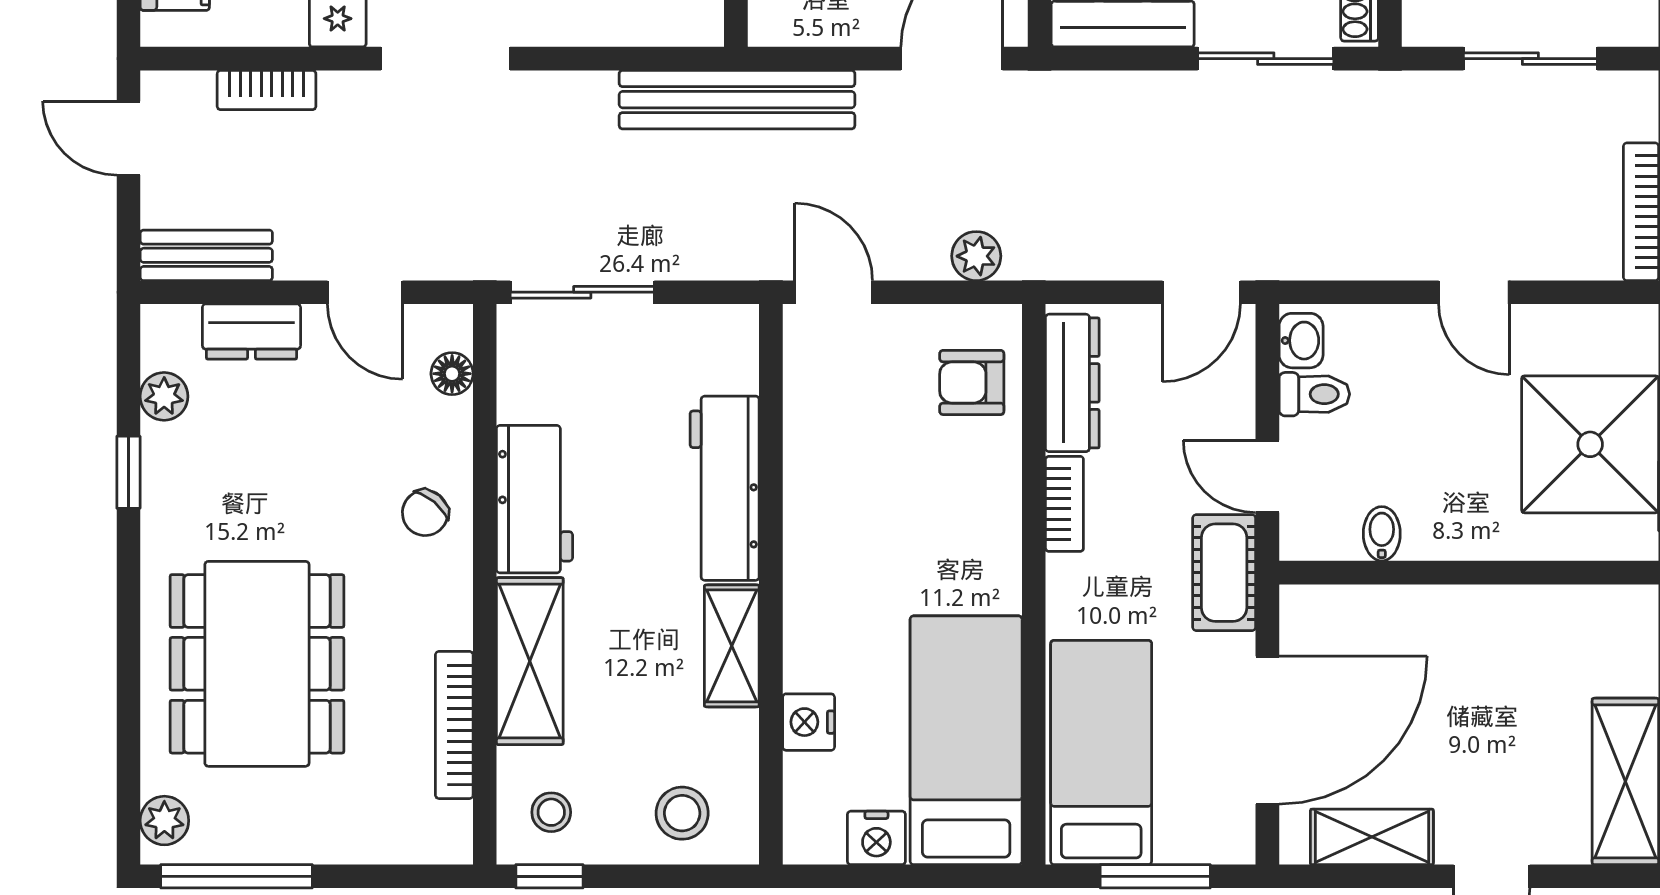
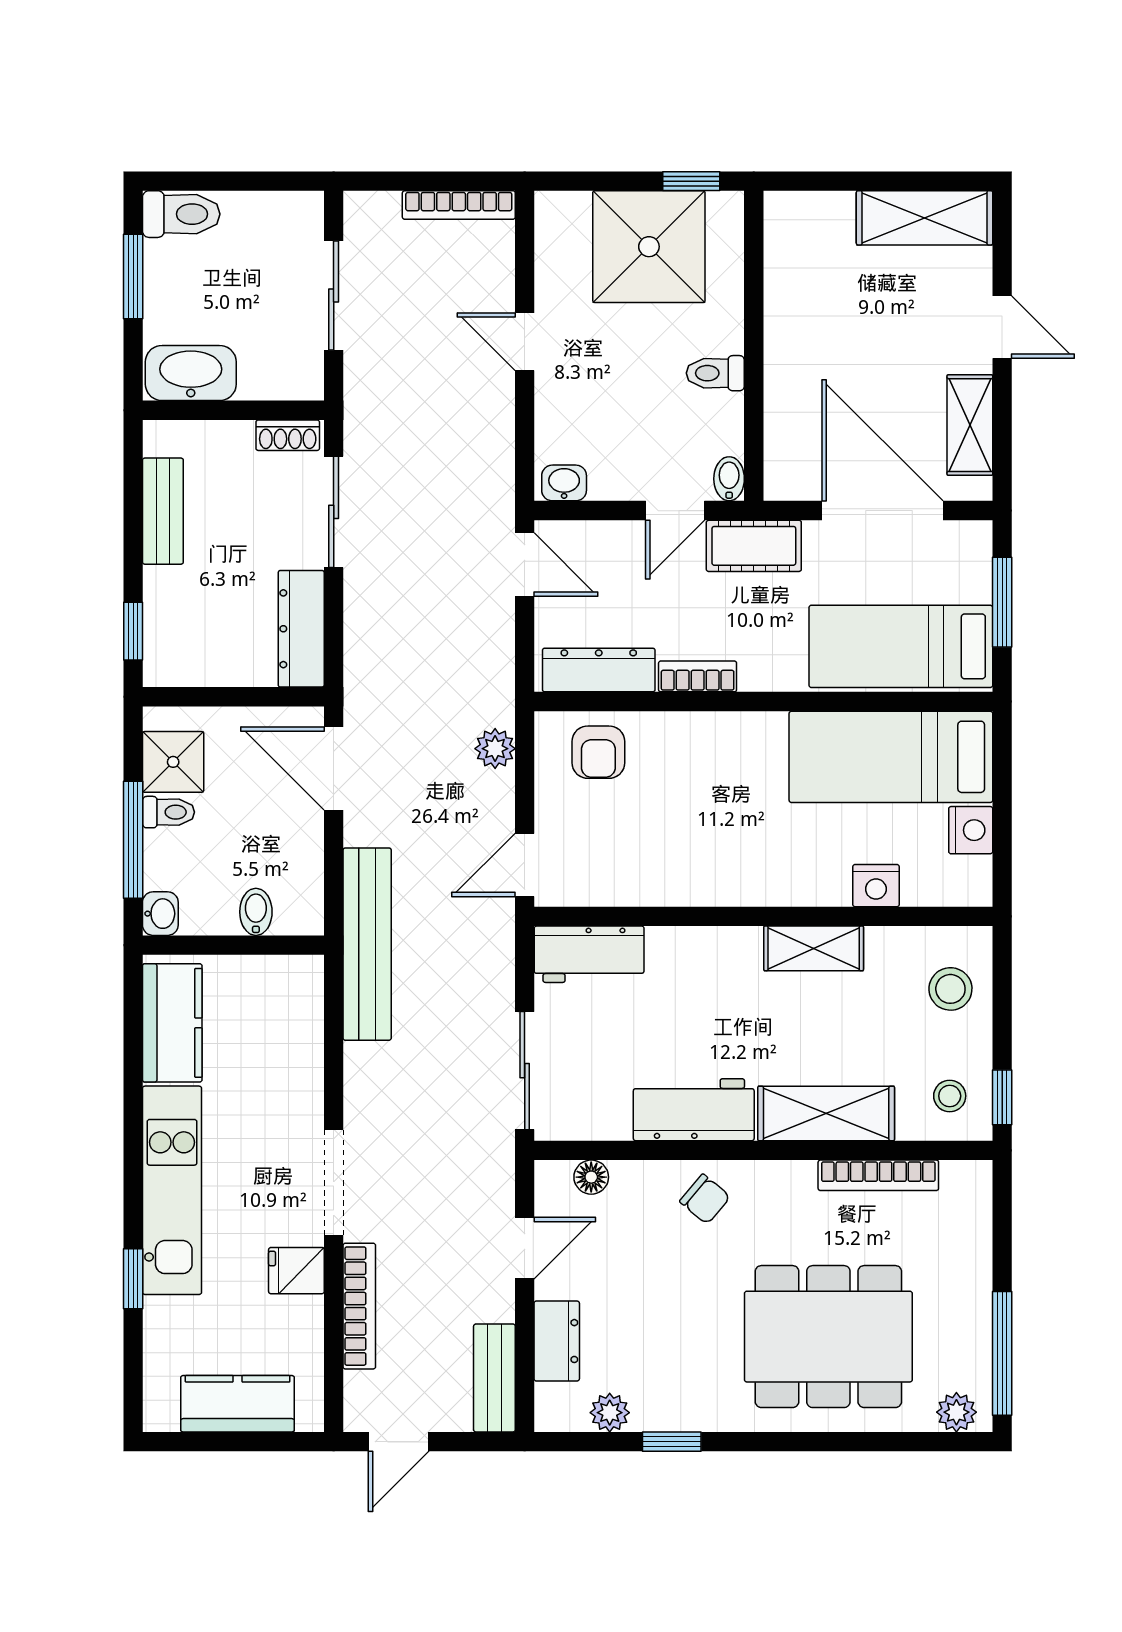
bookcase: (267, 90) -> (359, 1306), width x1.56
door: (1474, 292) -> (525, 342), swing flipped
toilet: (1314, 394) -> (715, 373), moved, turned -90
workbench: (725, 488) -> (589, 954), moved, width x0.73
bidet: (1382, 534) -> (729, 479), moved, turned 90

